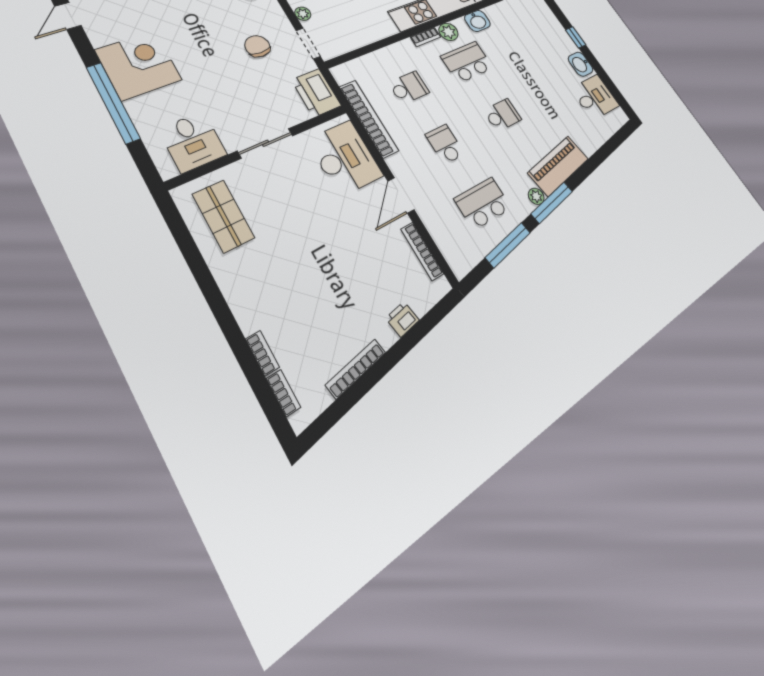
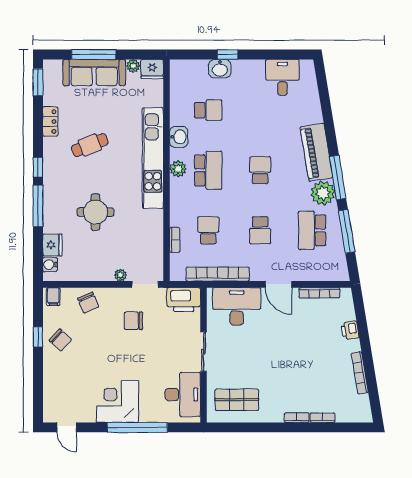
bookcase: (425, 37) -> (175, 240), moved
school desk: (519, 39) -> (208, 110), added
school desk: (467, 62) -> (208, 170), turned 180
washbasin: (581, 64) -> (220, 69), moved
desk: (193, 142) -> (183, 394), width x1.37
school desk: (445, 144) -> (260, 230), turned -90
plant: (536, 196) -> (323, 193), width x1.88, depth x1.88
bookcase: (283, 393) -> (297, 418), moved

